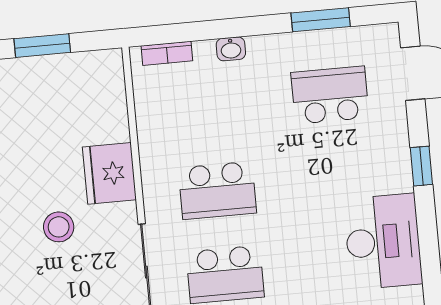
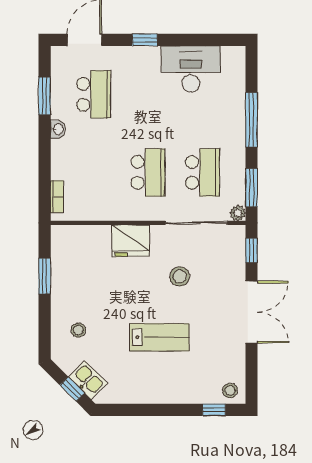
washbasin: (231, 49) -> (58, 129), moved
school desk: (330, 95) -> (94, 94), turned 180
stool: (59, 227) -> (180, 276), moved

